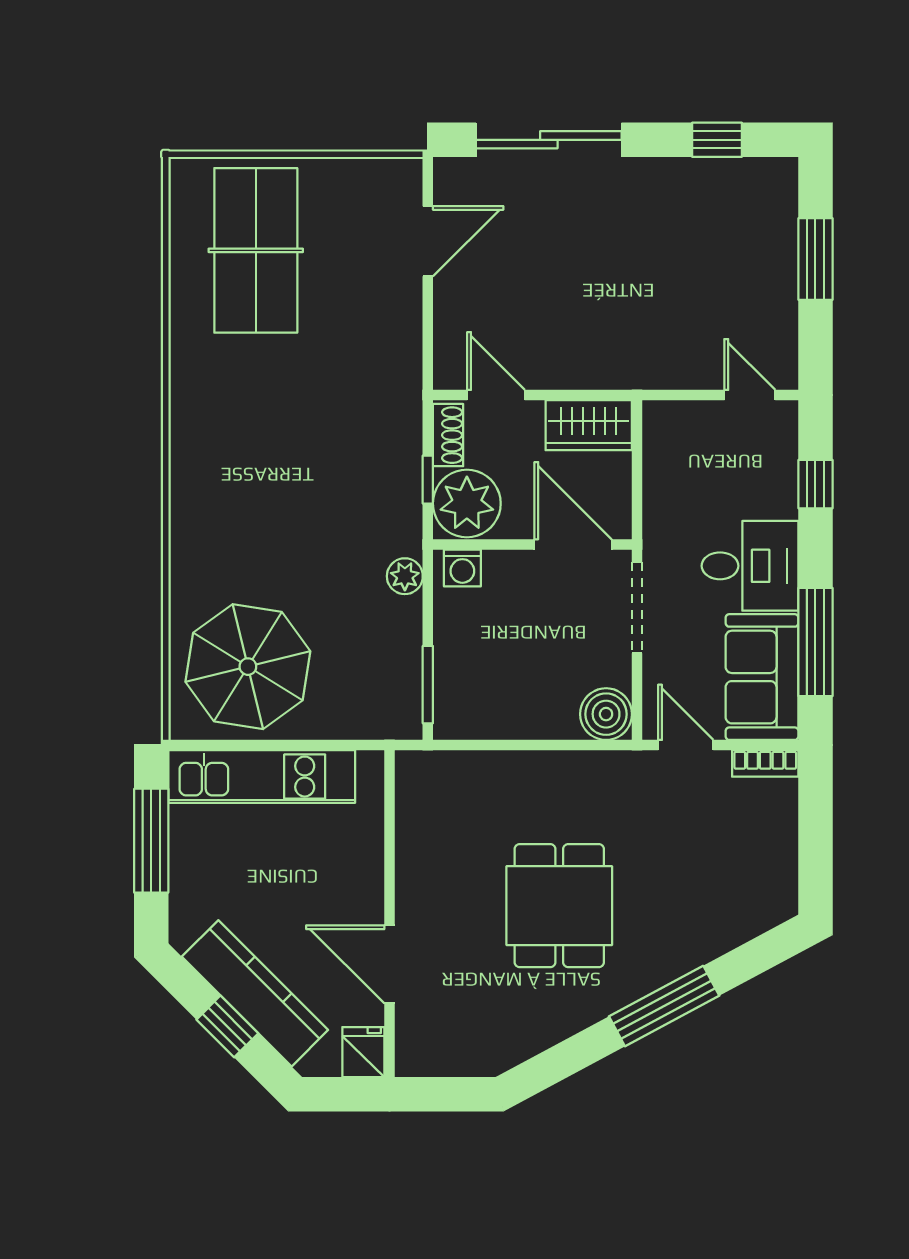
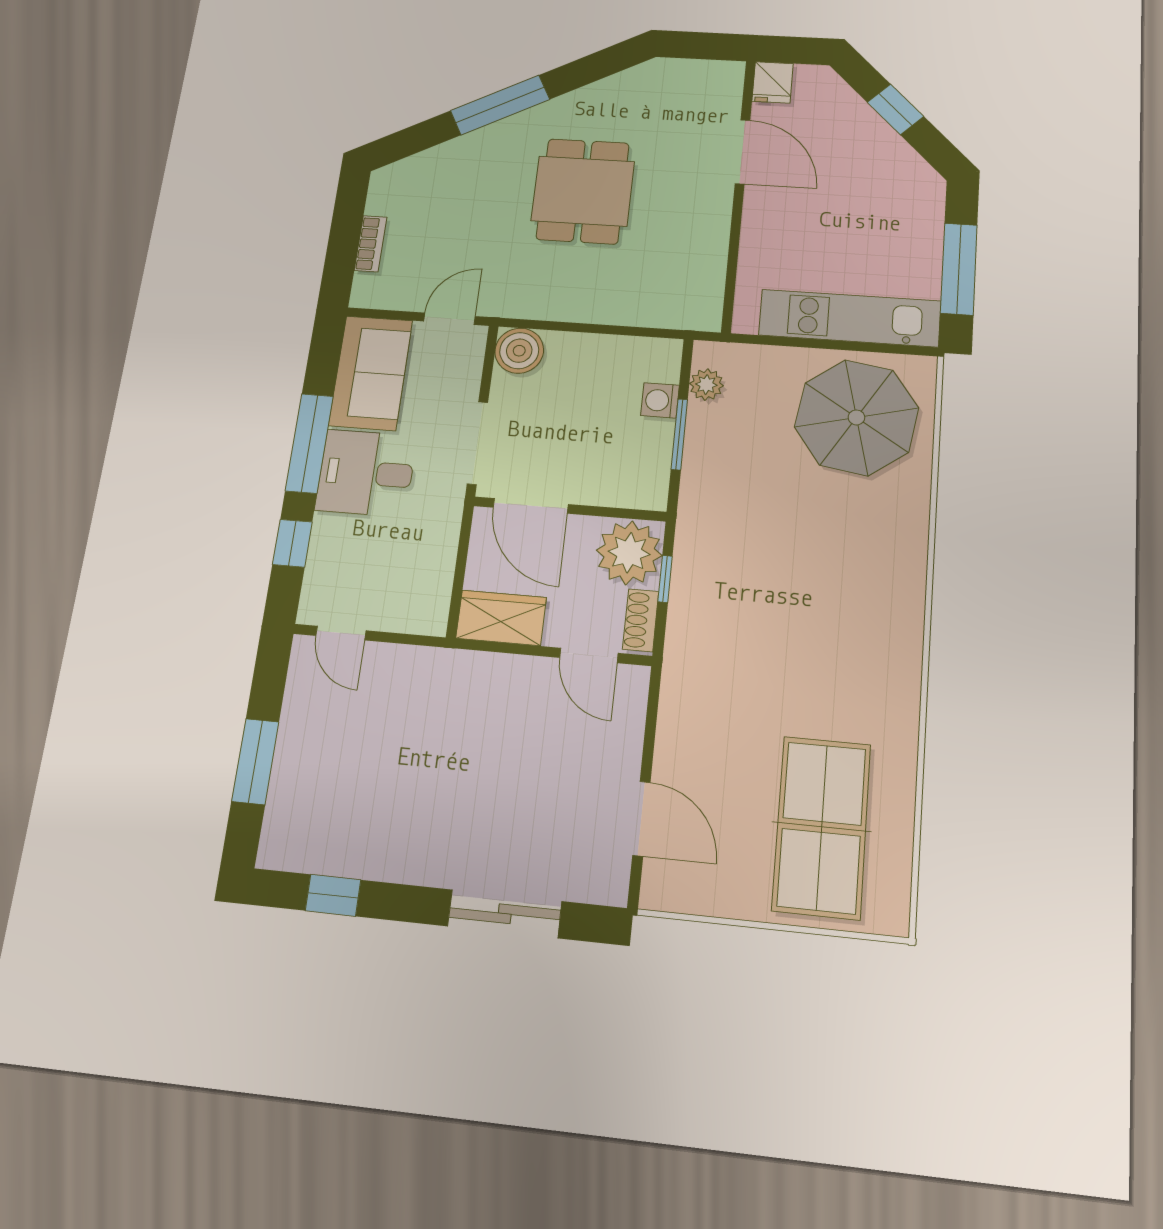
sliding door: (549, 140) -> (505, 914), width x0.73
door: (428, 241) -> (641, 819), swing flipped
washing machine: (462, 568) -> (660, 400), moved, turned -90
plant: (405, 576) -> (706, 385), moved
window: (815, 642) -> (309, 443), moved
window: (428, 685) -> (679, 434), moved
door: (686, 745) -> (450, 319), swing flipped
bookcase: (765, 763) -> (371, 244), moved, turned 90
kitchen counter: (255, 993) -> (868, 135), removed

